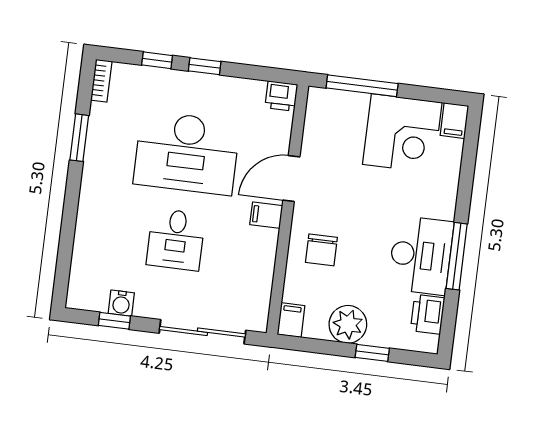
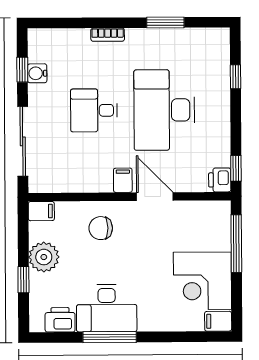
window: (205, 66) -> (236, 168), moved
bookcase: (101, 81) -> (108, 35), moved

